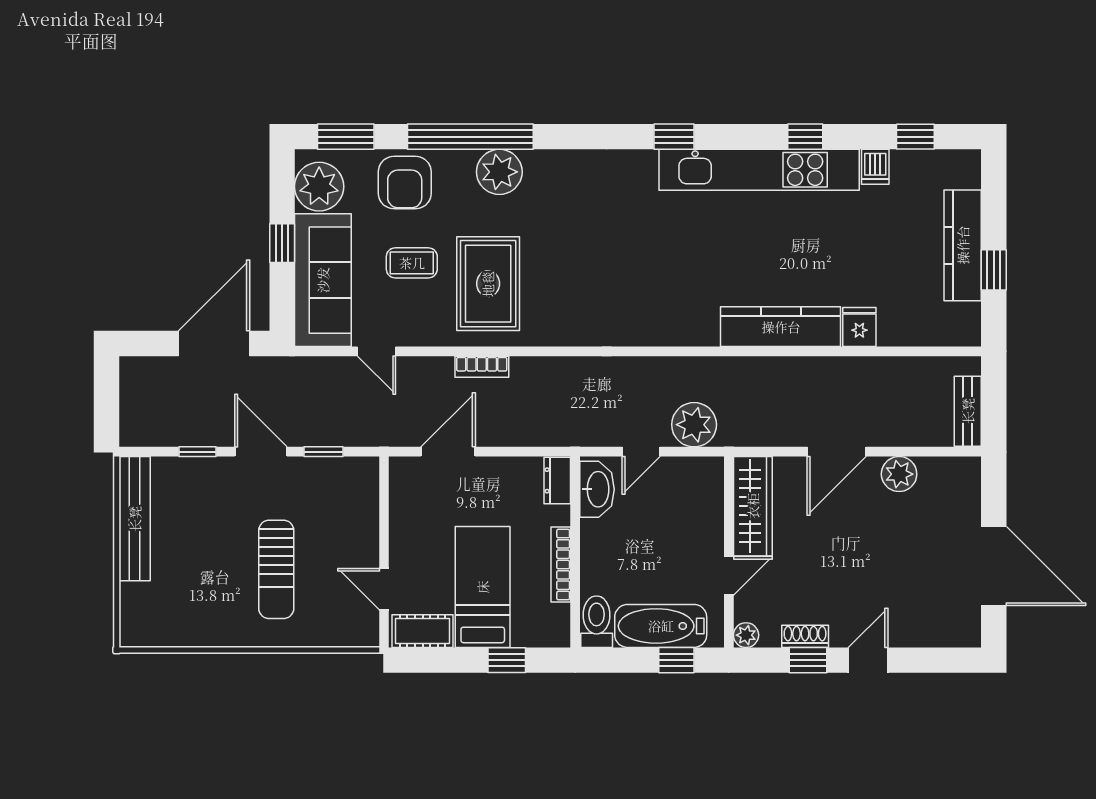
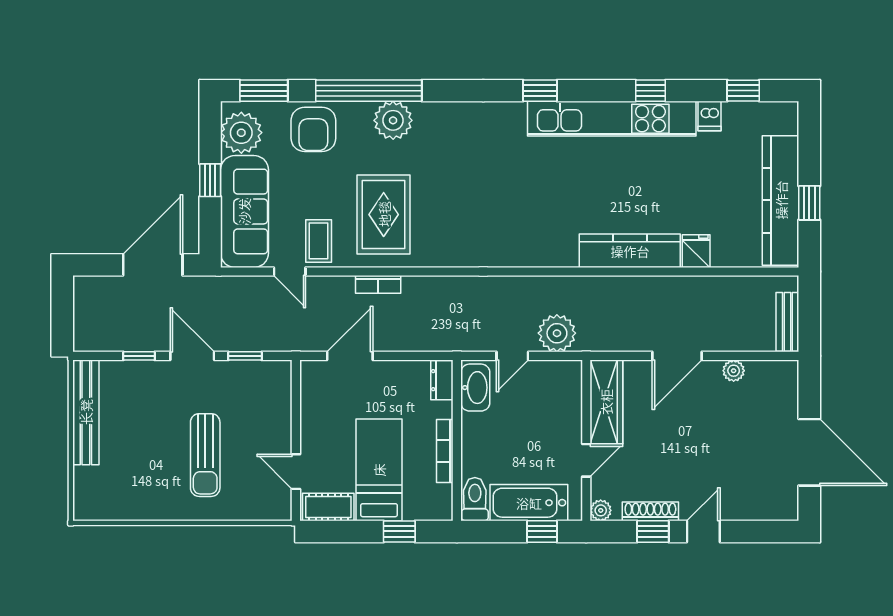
kitchen counter: (963, 245) -> (781, 200), width x1.39, depth x1.17
coffee table: (412, 263) -> (319, 241), moved, turned 90
plant: (899, 474) -> (734, 371), width x0.73, depth x0.73
shoe rack: (805, 636) -> (650, 511), width x1.43

